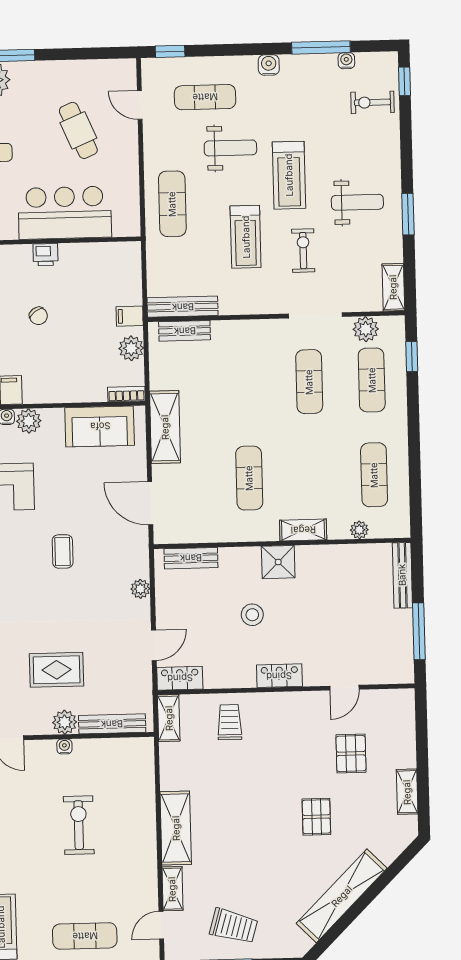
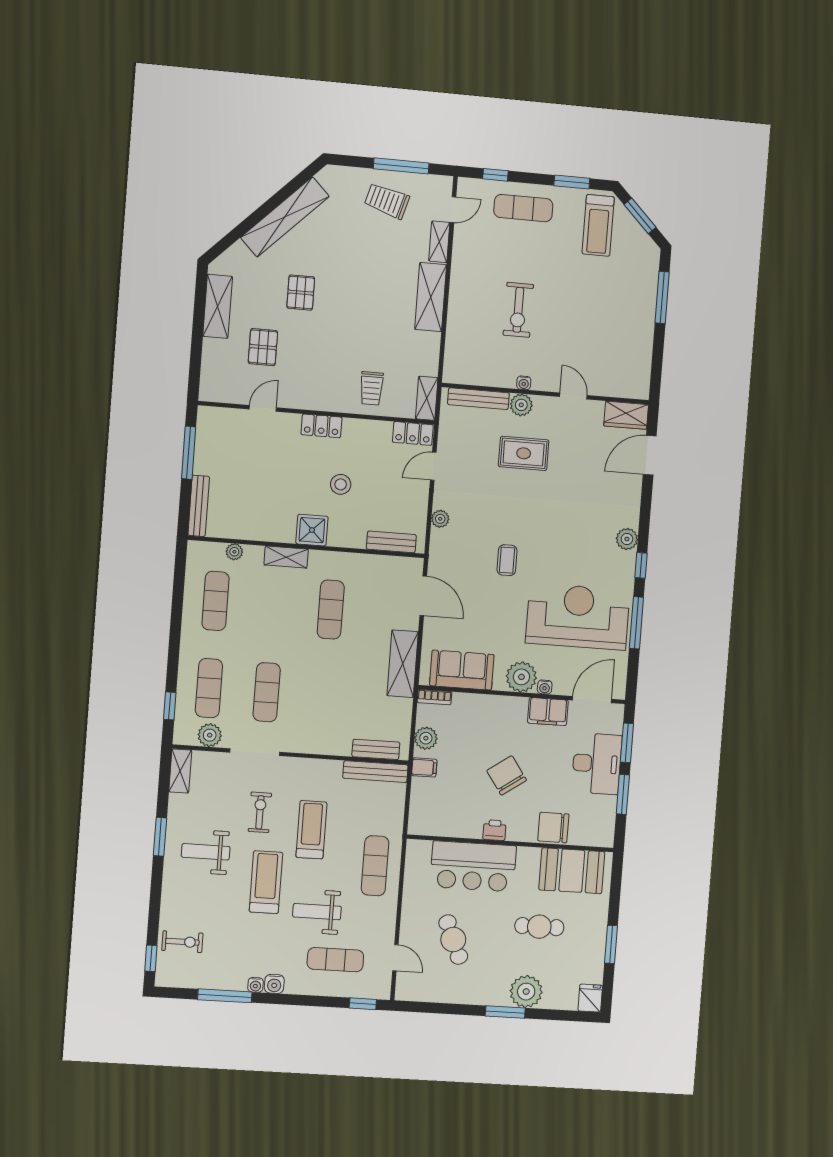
water cooler: (346, 61) -> (256, 985), moved
exercise bike: (303, 251) -> (260, 812), turned 180
chair: (38, 316) -> (507, 775), width x1.87, depth x1.87
plant: (29, 421) -> (521, 677), width x1.36, depth x1.36
shelving: (407, 792) -> (218, 306), width x1.50, depth x1.33

